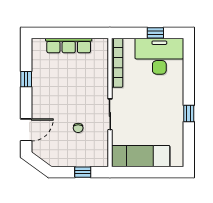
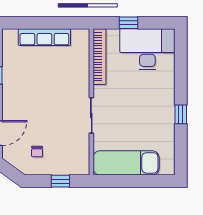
window: (155, 33) -> (128, 23), moved
chair: (78, 128) -> (37, 152), moved

